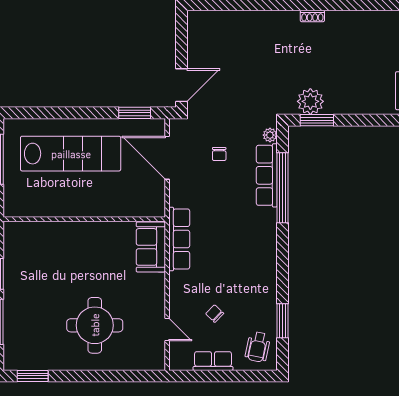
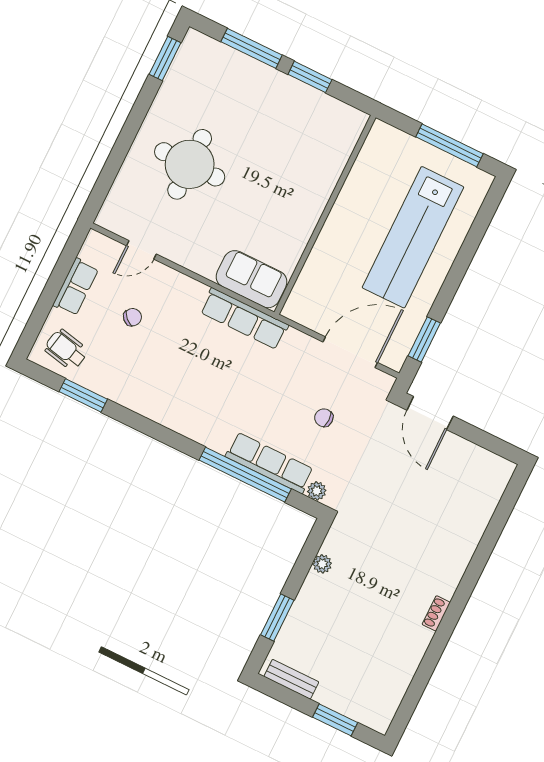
plant: (310, 101) -> (322, 564), width x0.53, depth x0.53
window: (317, 120) -> (277, 617), moved

